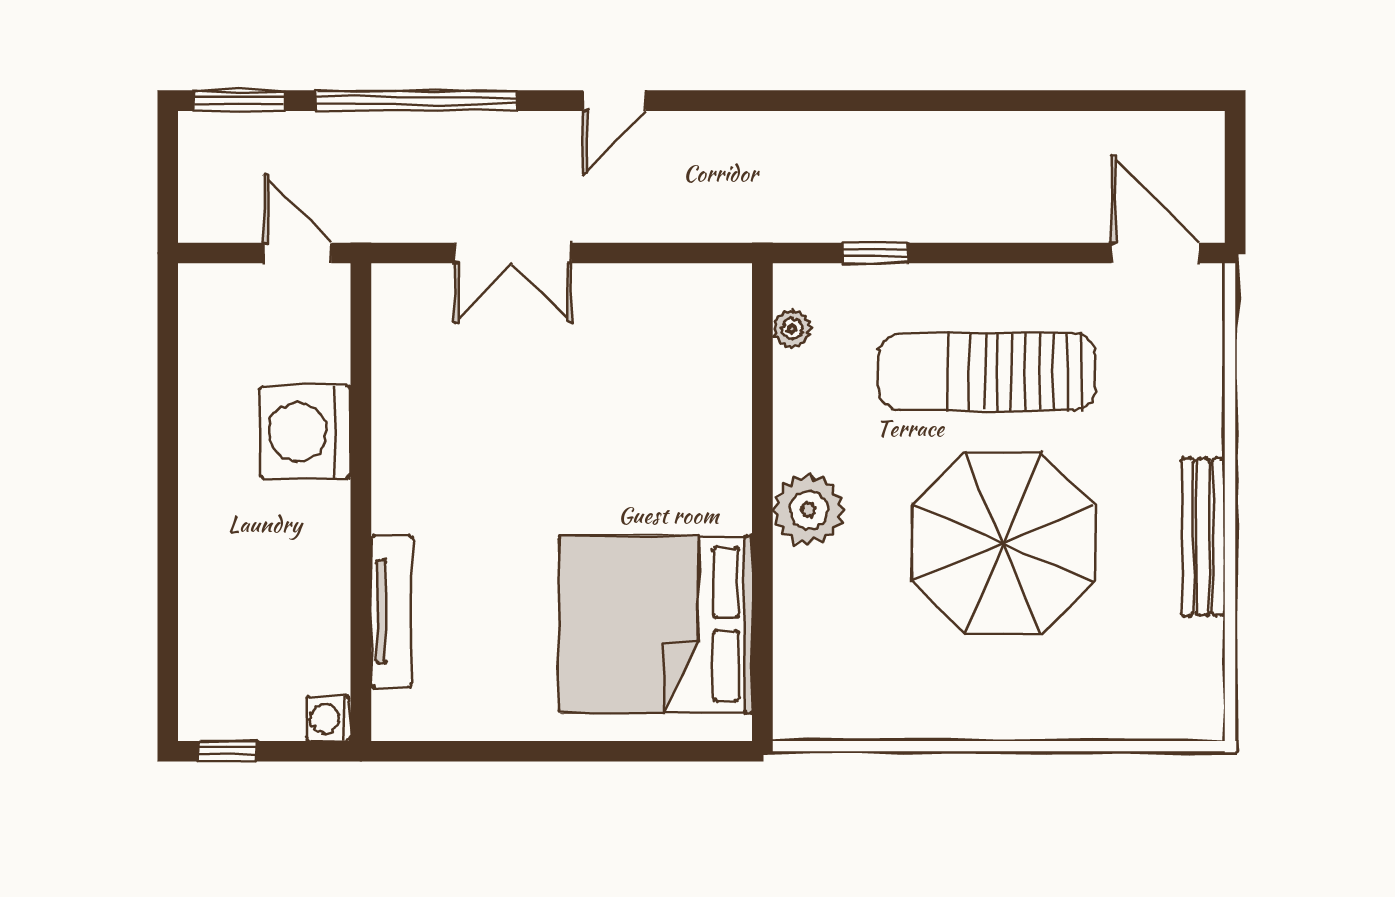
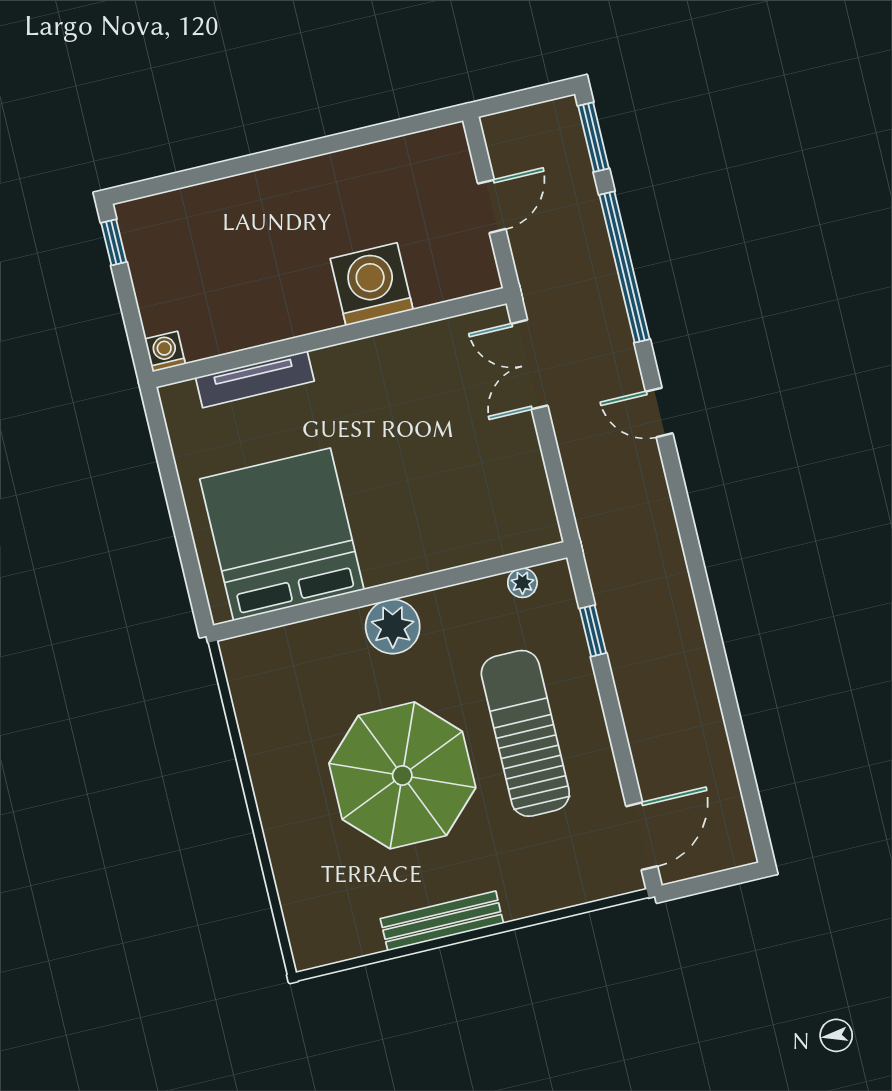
washing machine: (305, 432) -> (372, 284), moved
wall: (361, 502) -> (330, 338), moved
tv unit: (392, 611) -> (255, 379), moved
washing machine: (328, 719) -> (165, 352), moved

